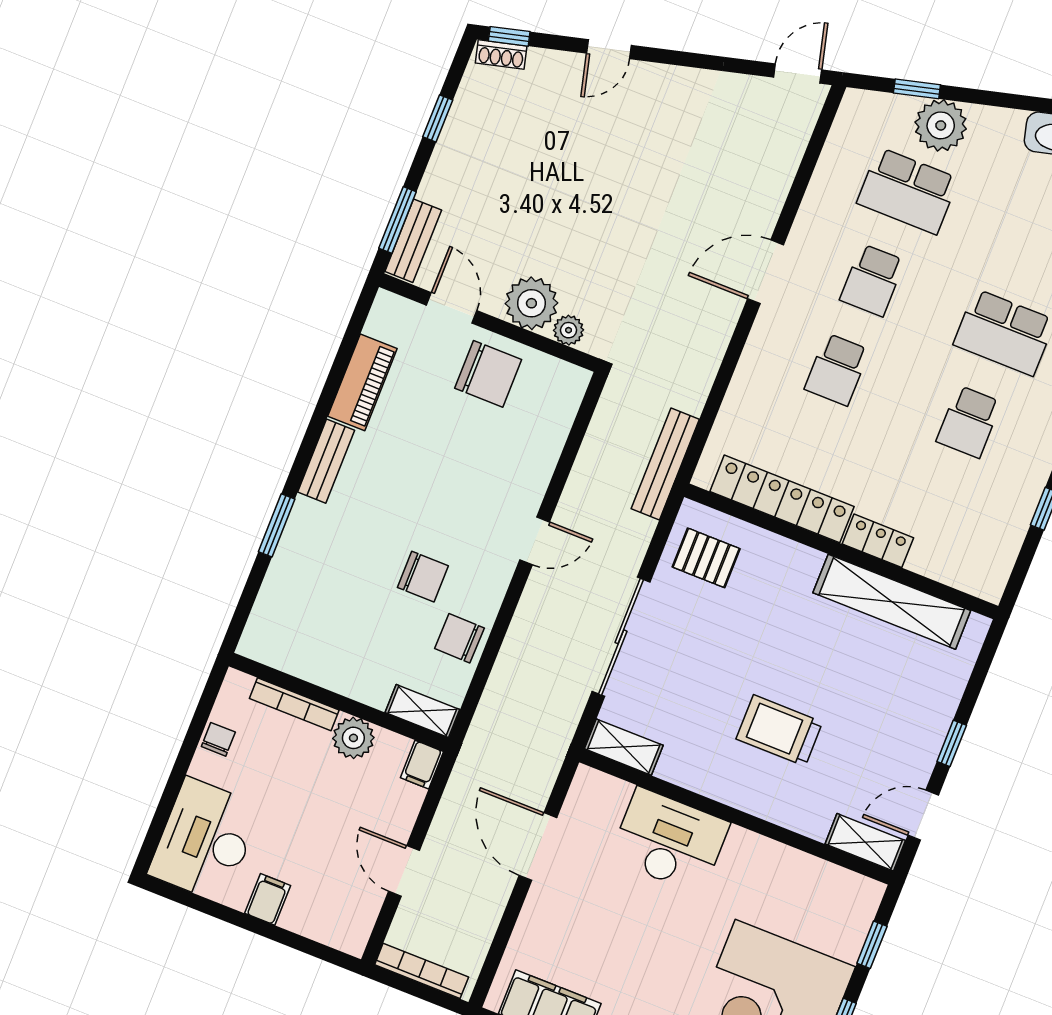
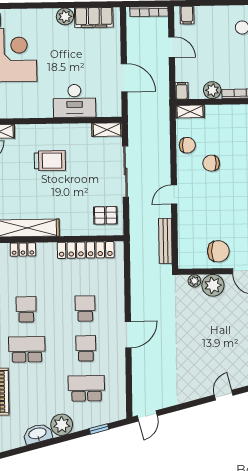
plant: (941, 125) -> (62, 425), moved
chair: (488, 374) -> (218, 251), turned 180
bench: (665, 464) -> (165, 241), moved
locker: (878, 541) -> (23, 250), moved
filing cabinet: (268, 899) -> (187, 15), moved

